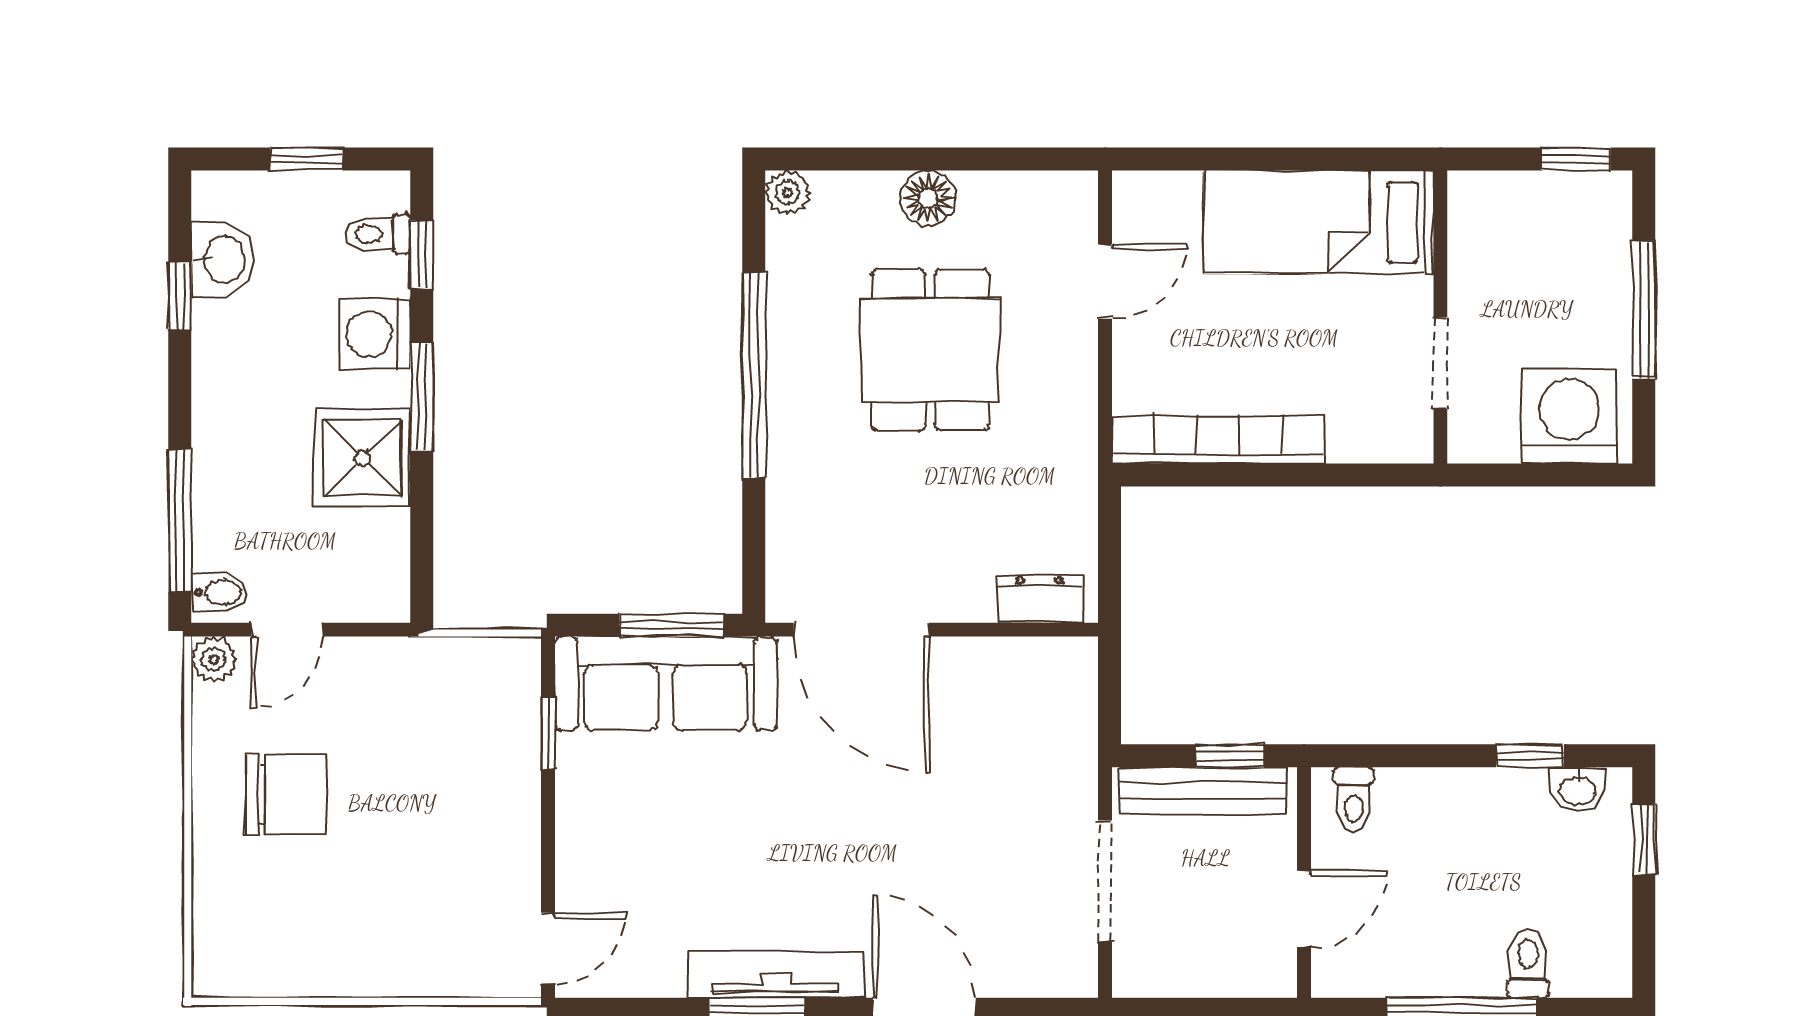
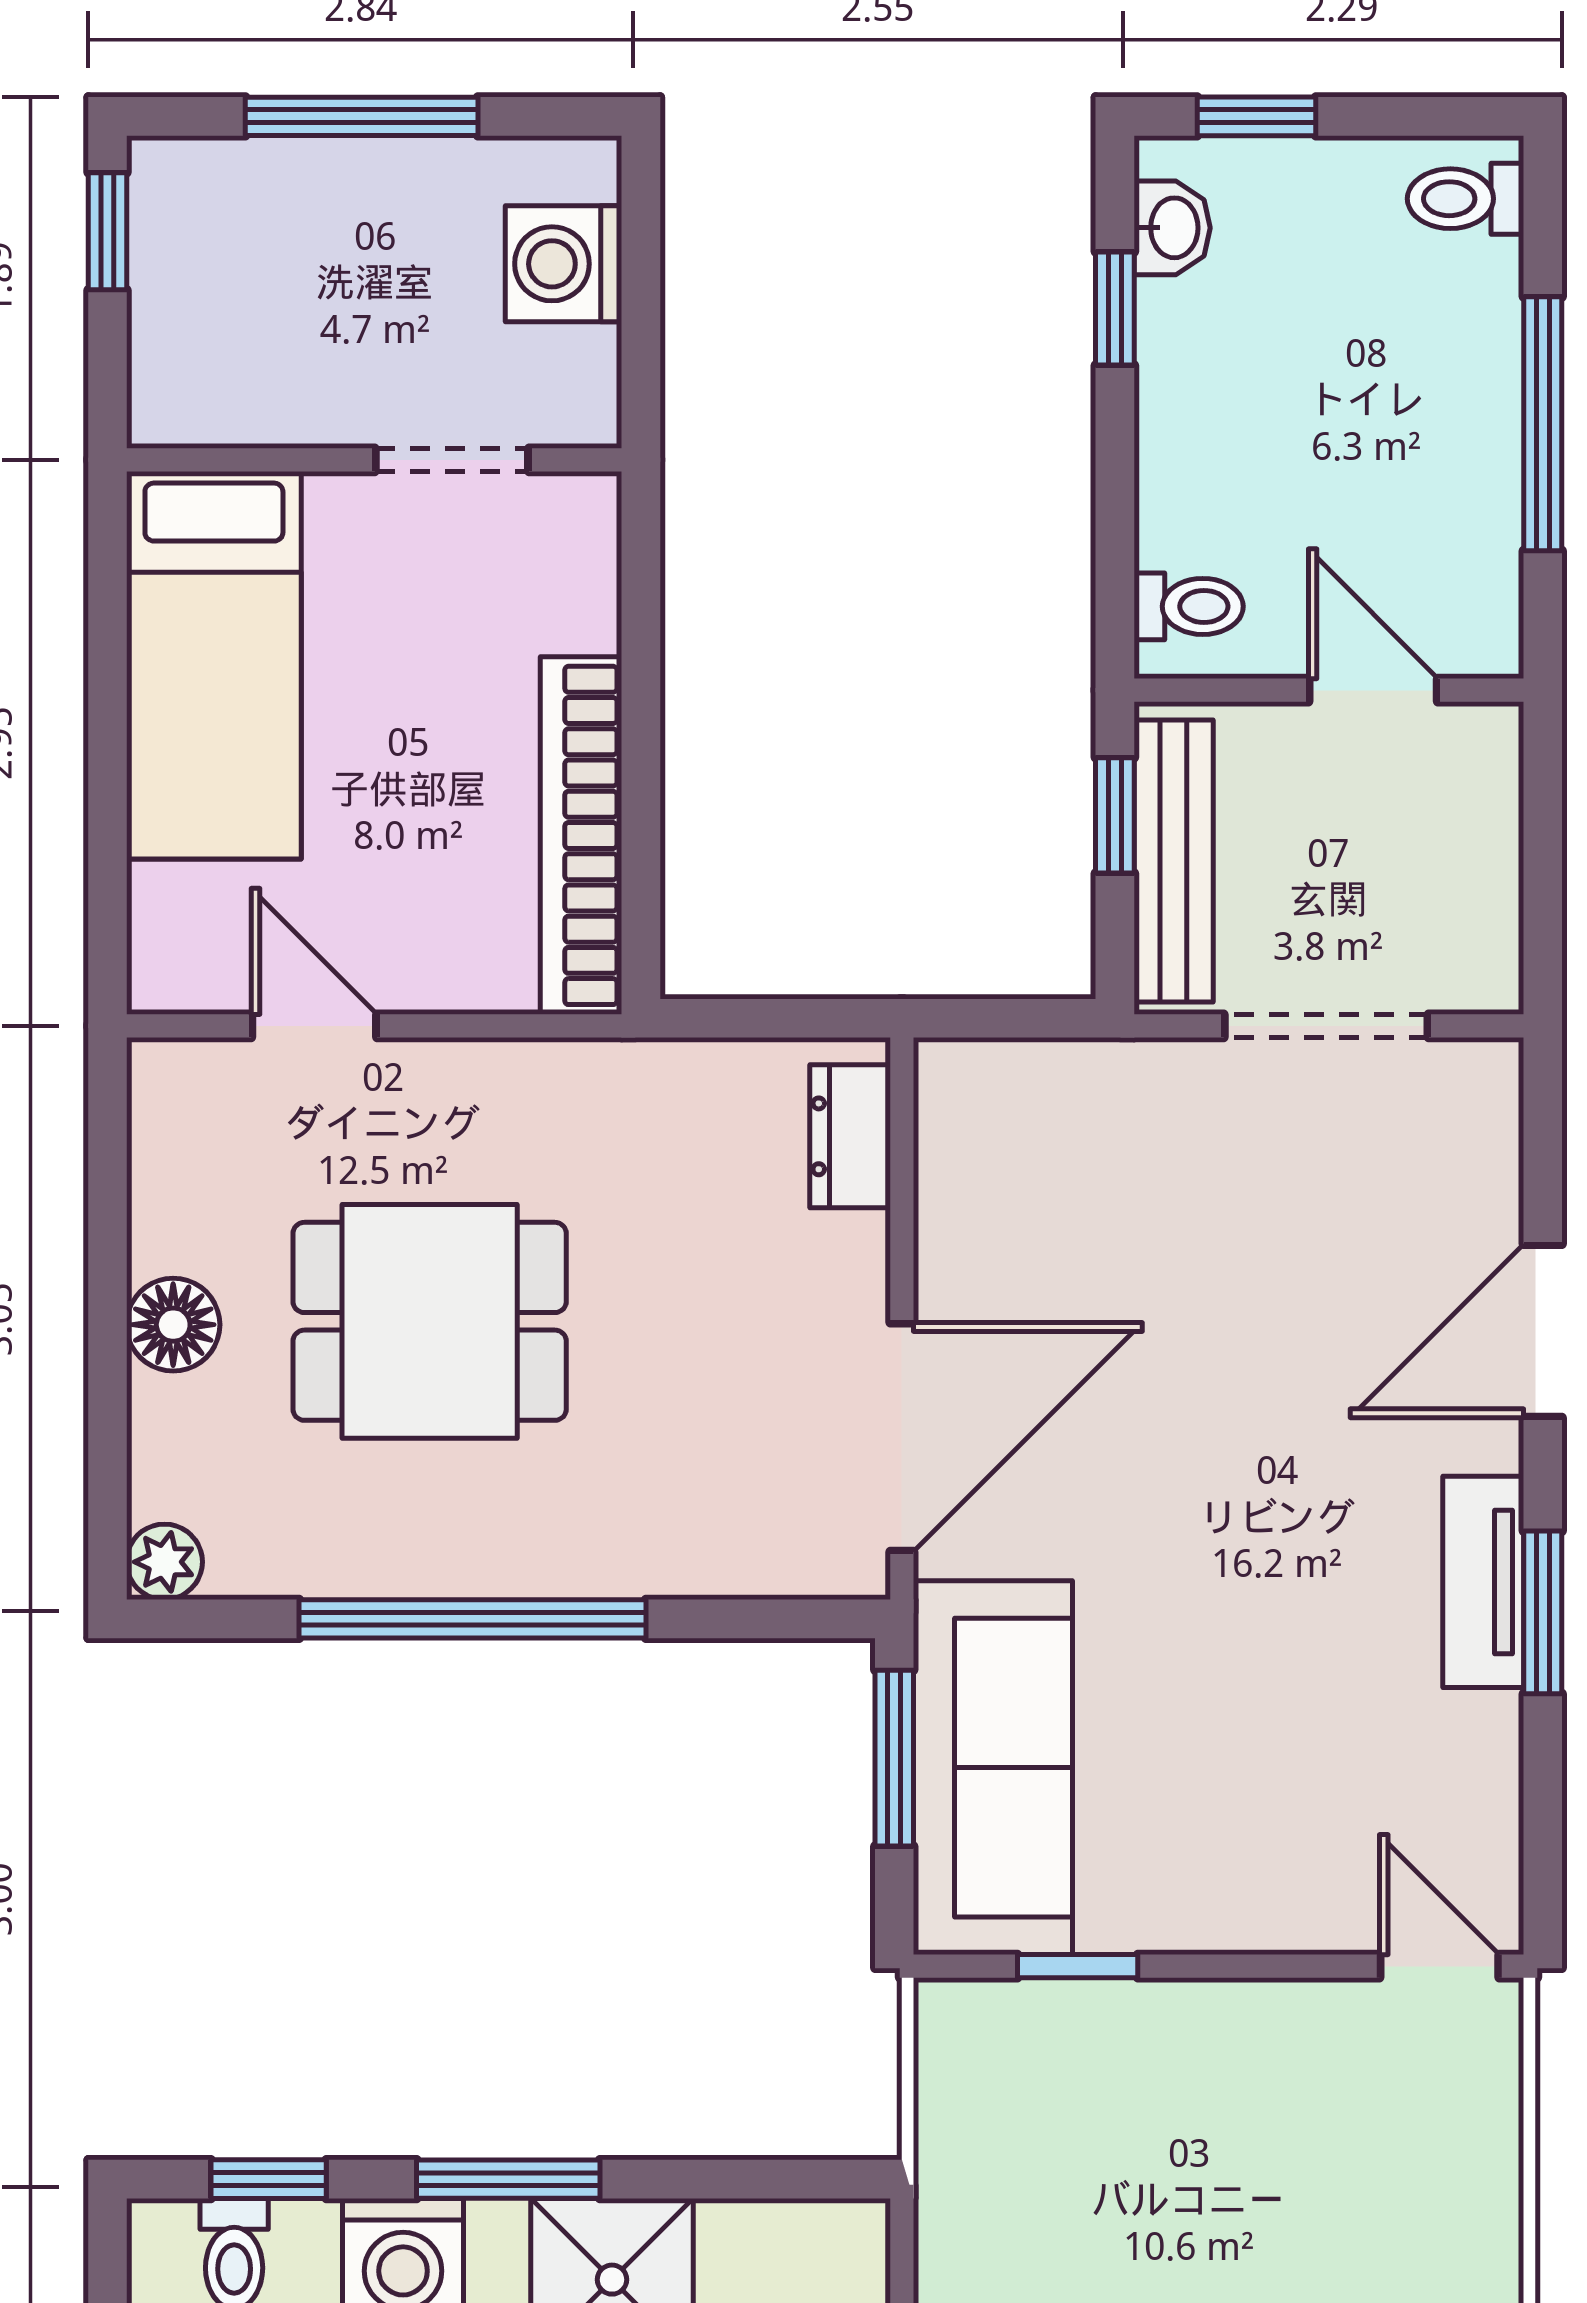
washing machine: (1569, 417) -> (564, 264), width x0.73, depth x0.73
toilet: (1528, 964) -> (1466, 199), moved
tv unit: (776, 974) -> (1483, 1582), width x0.71

